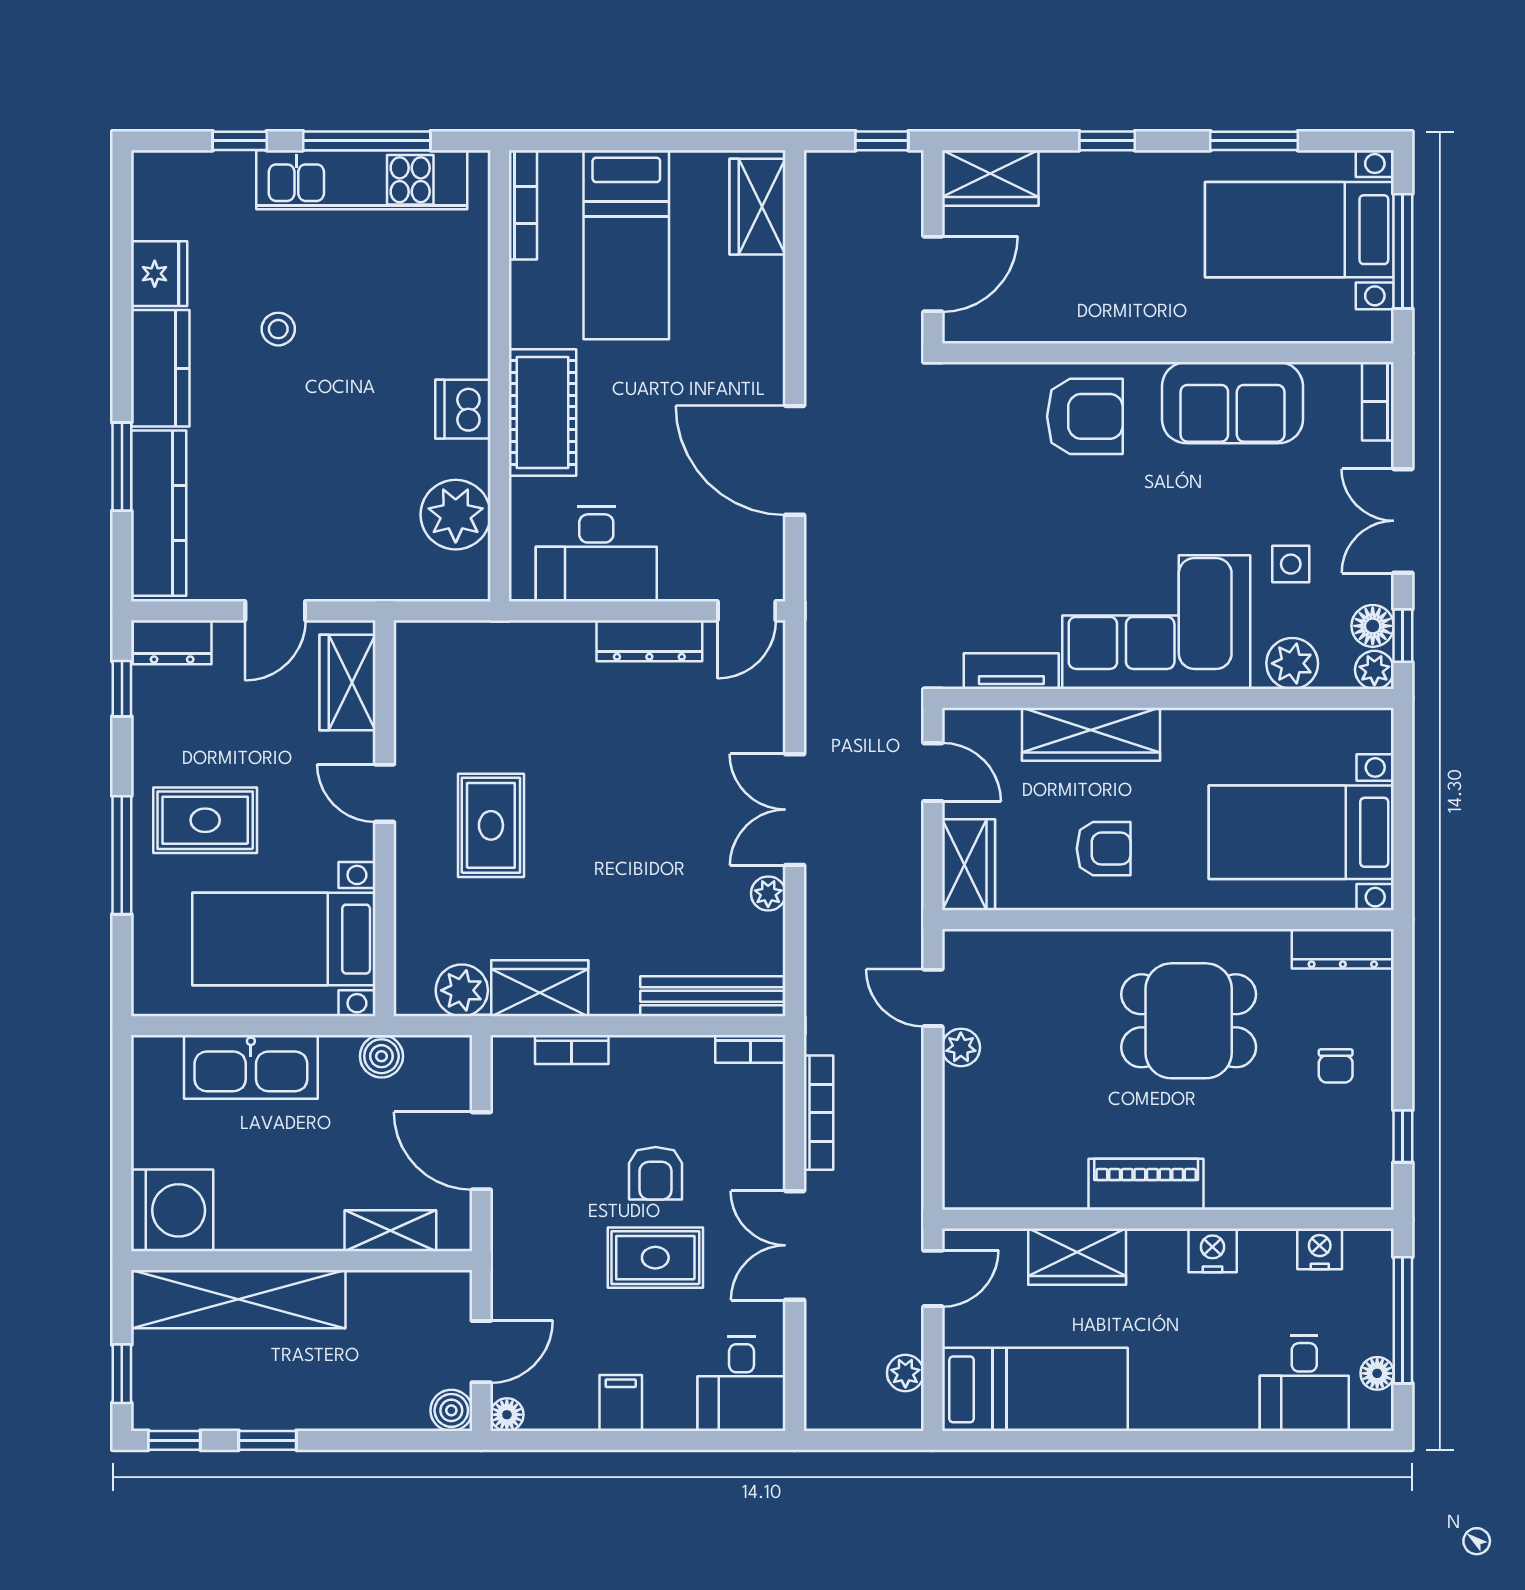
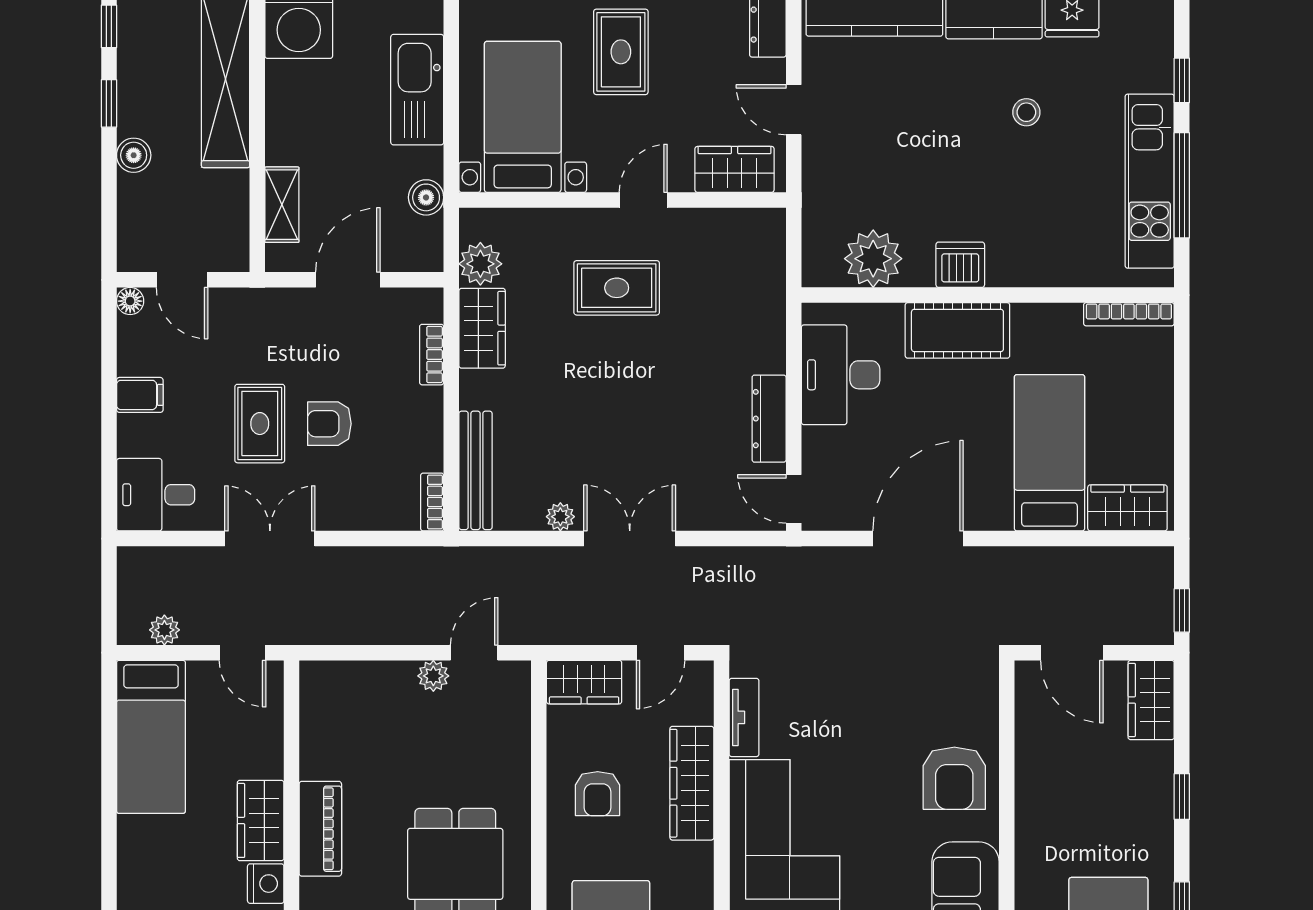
bed: (626, 245) -> (1050, 453), moved, turned 90
bookcase: (819, 1113) -> (379, 558), removed
wardrobe: (1077, 1257) -> (261, 820), moved
boiler: (451, 1410) -> (134, 155), moved

